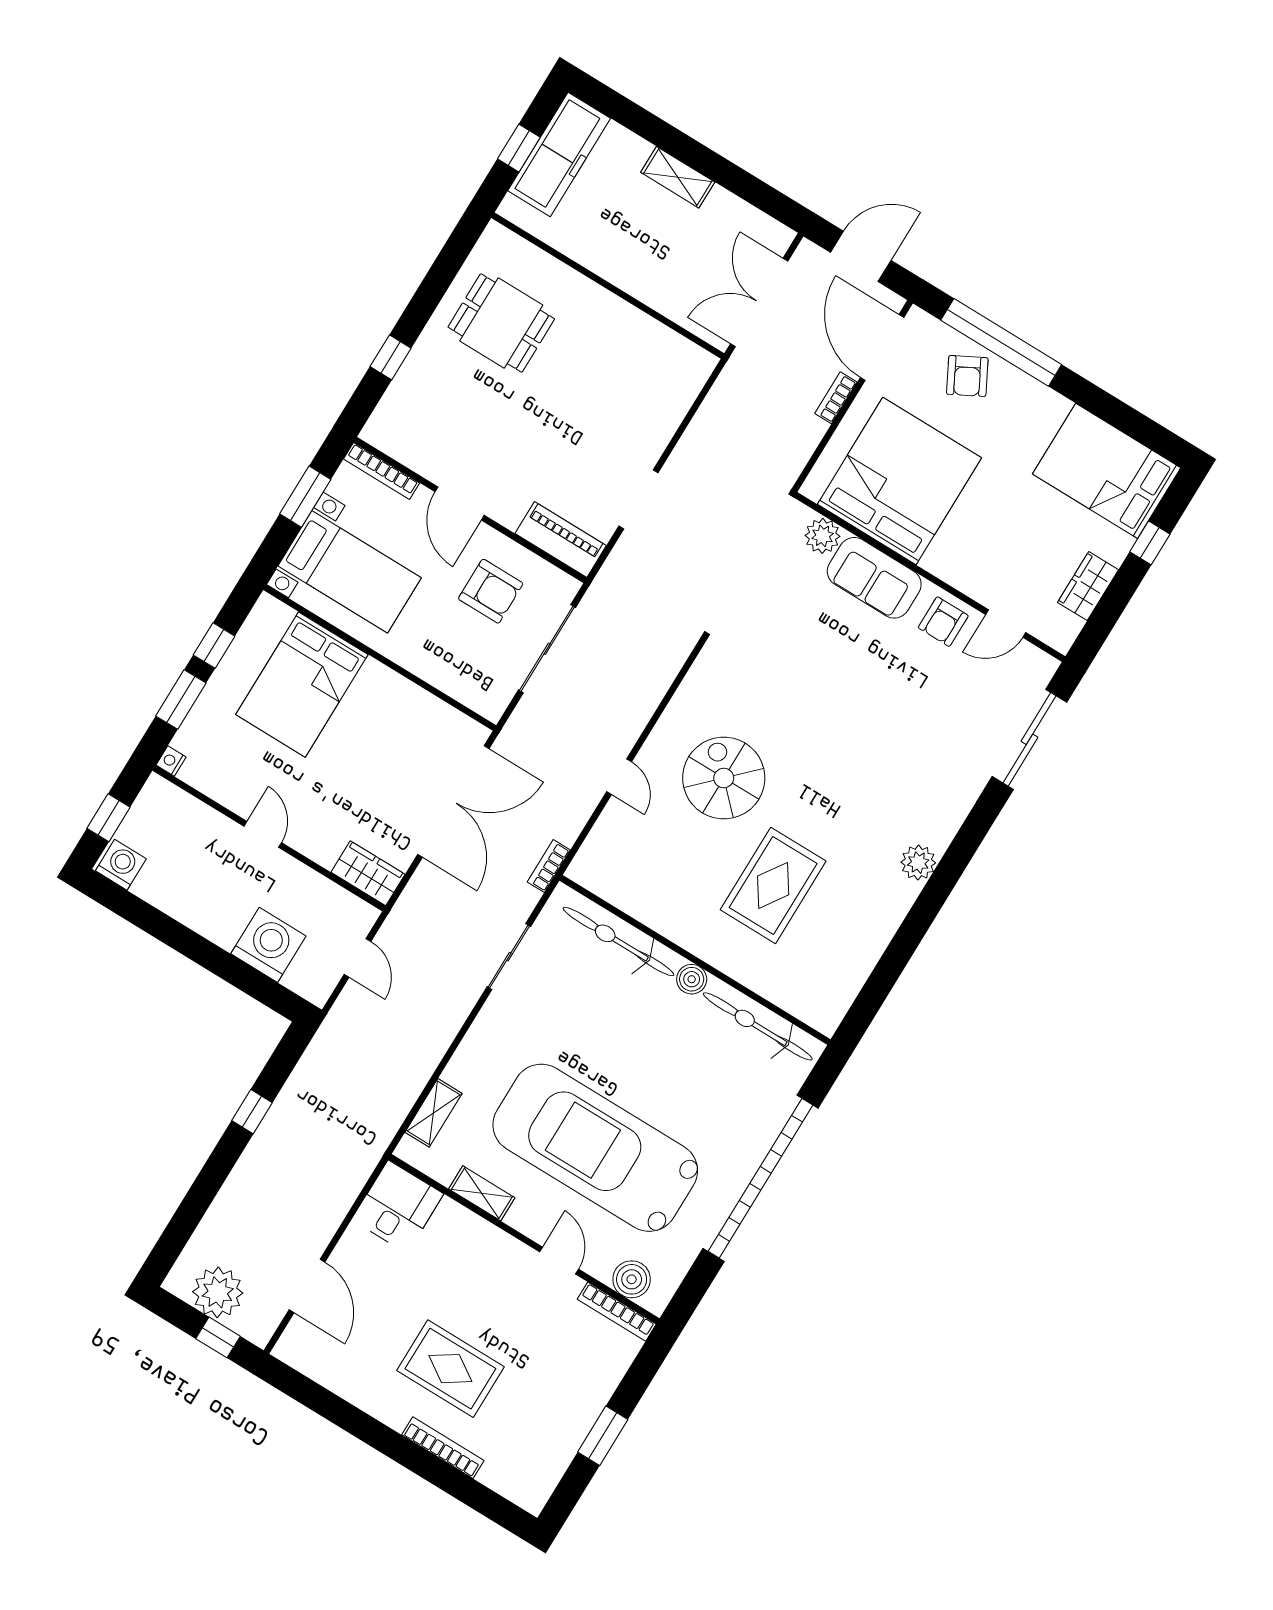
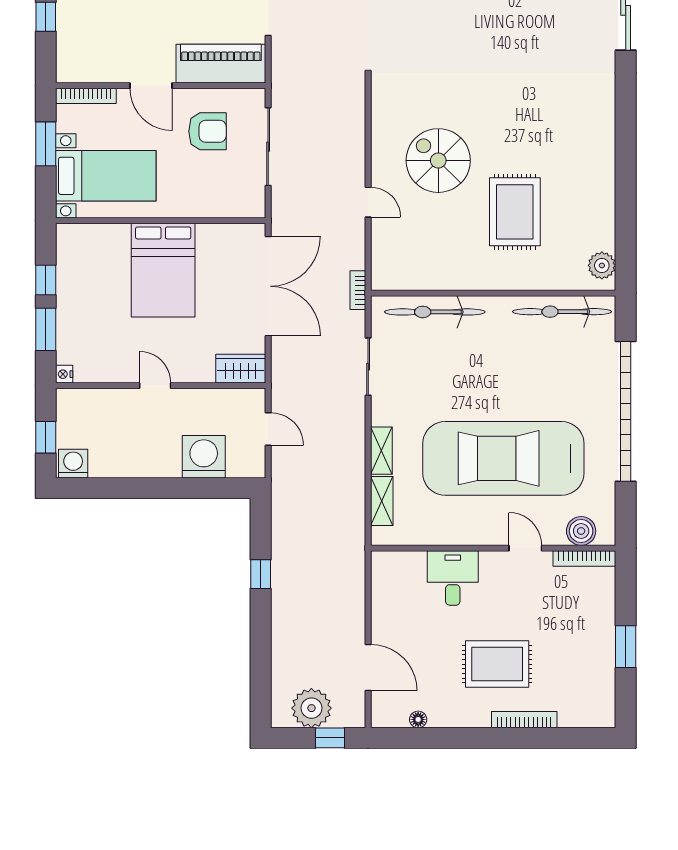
piano: (561, 540) -> (221, 64), width x1.37, depth x1.33
bed: (302, 685) -> (163, 270), moved
plant: (918, 863) -> (602, 265), moved
boiler: (692, 979) -> (499, 307), removed
shelving: (482, 1193) -> (381, 451), moved, turned 90
desk: (398, 1207) -> (453, 578), moved
floor lamp: (327, 1376) -> (418, 719), added

